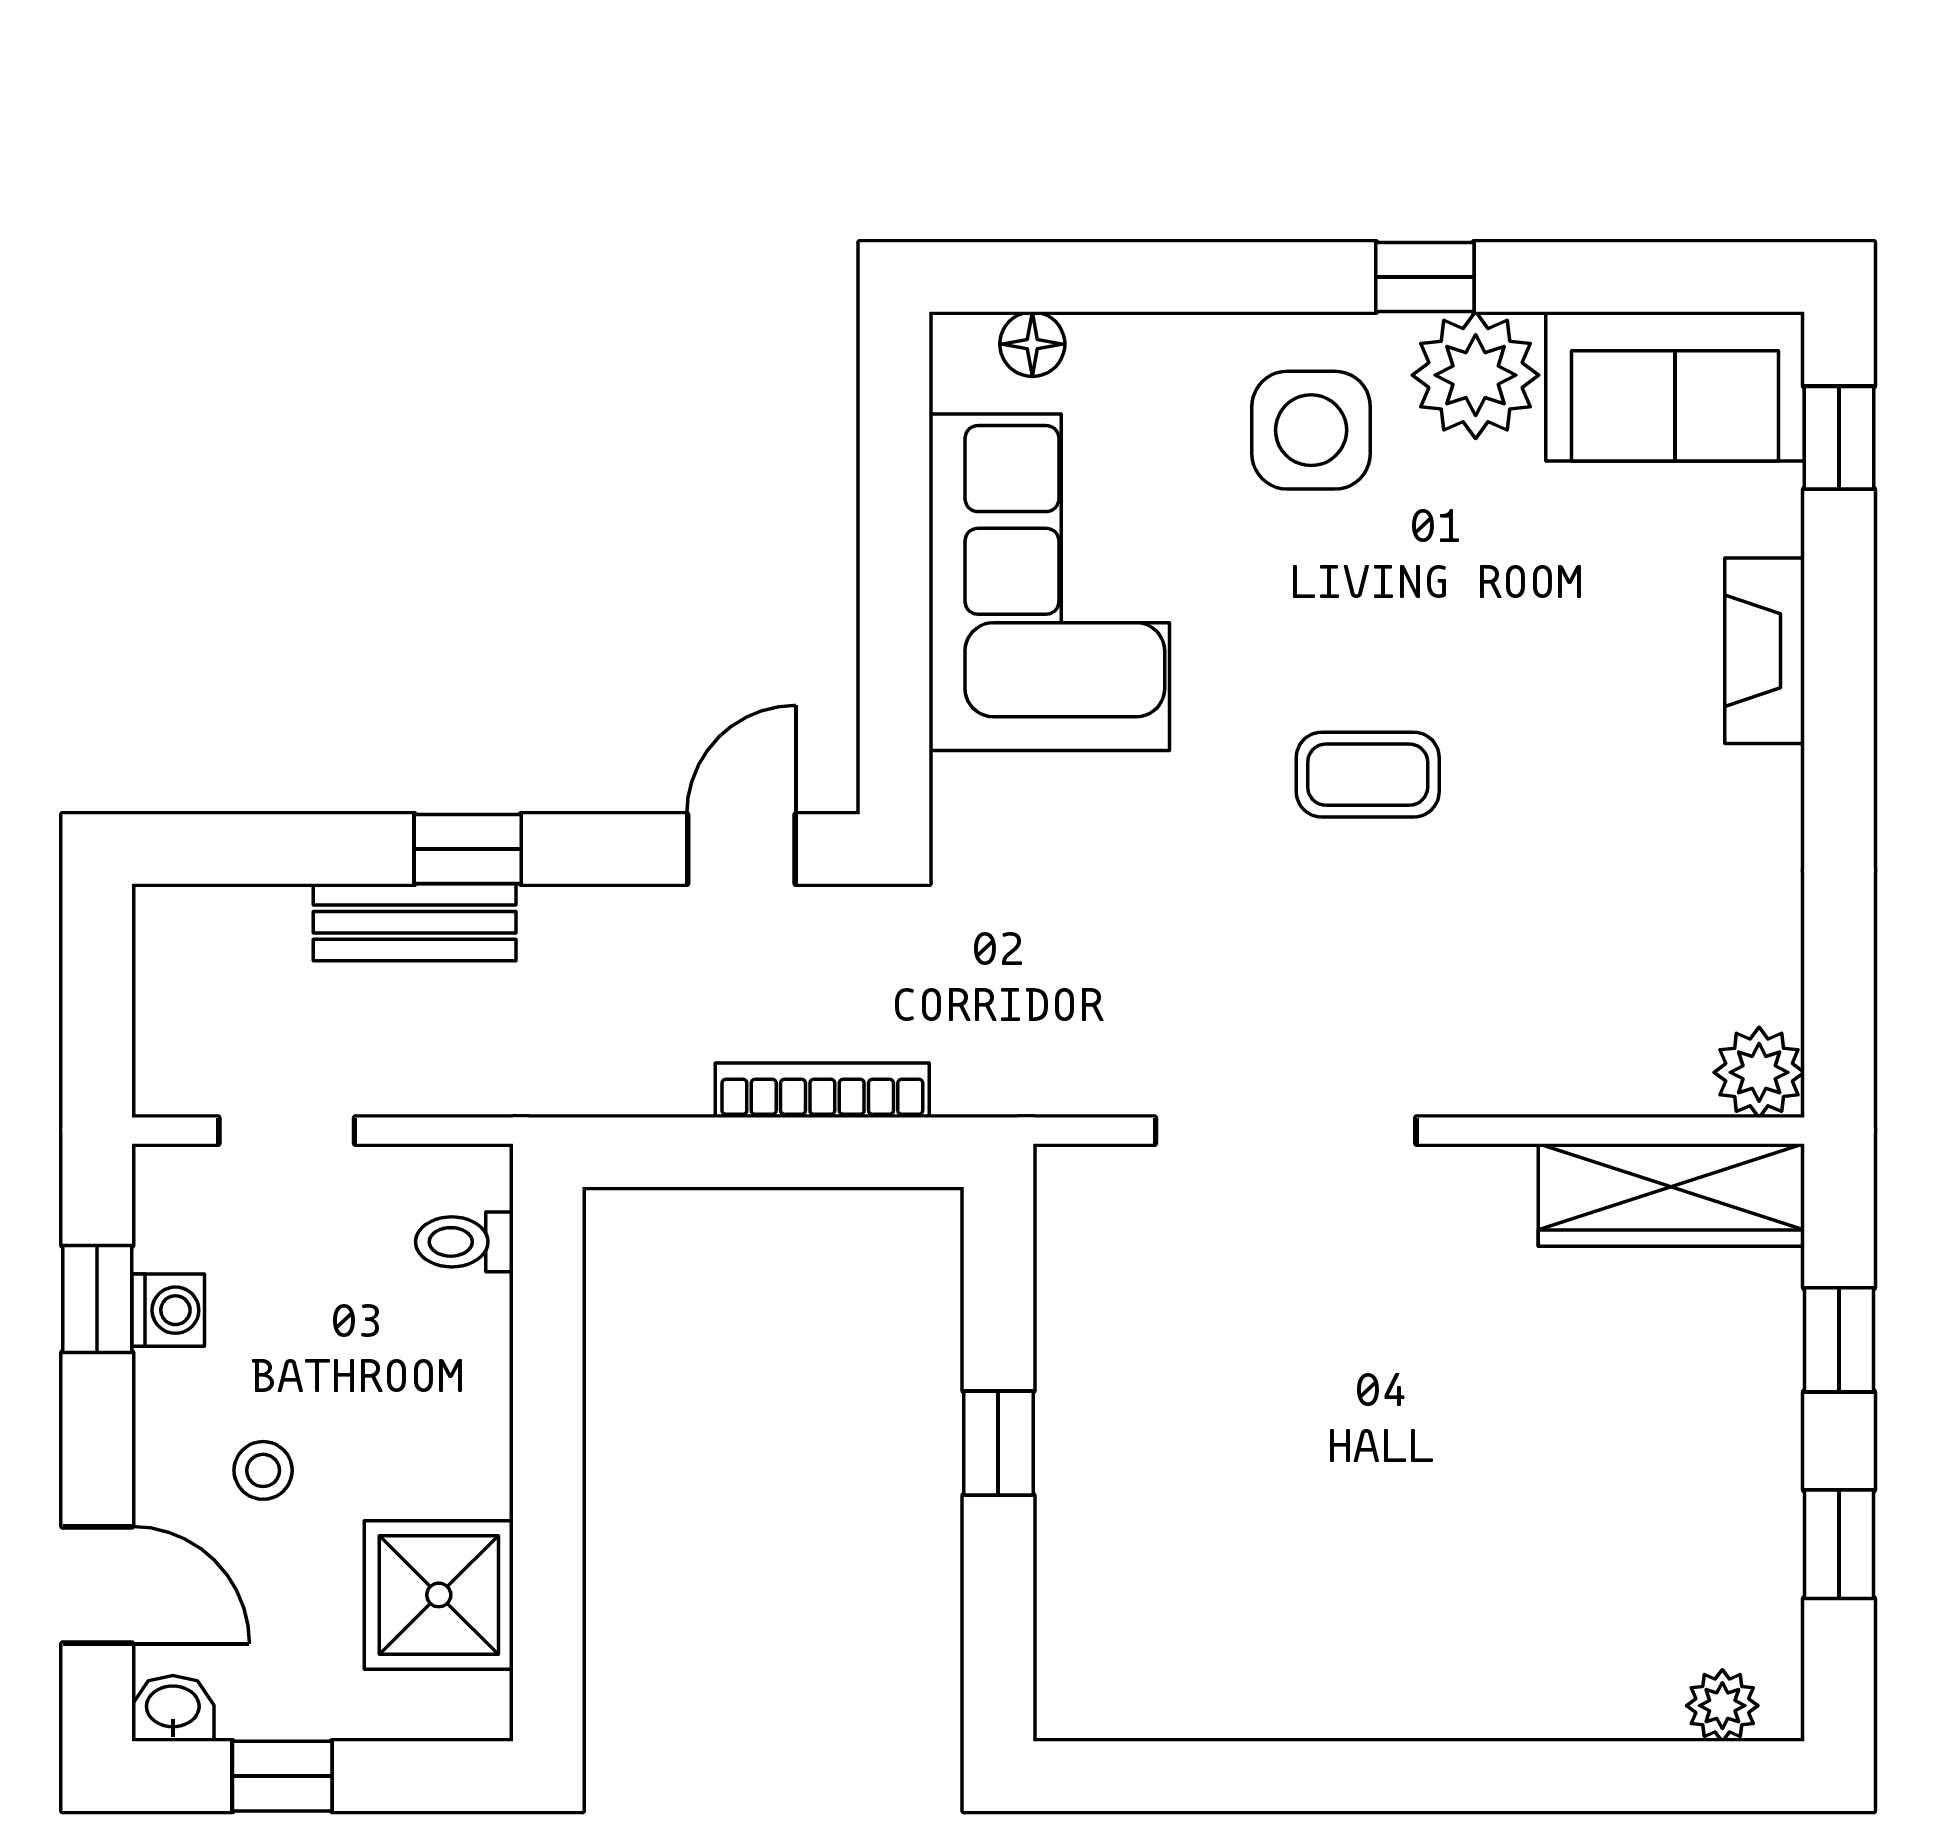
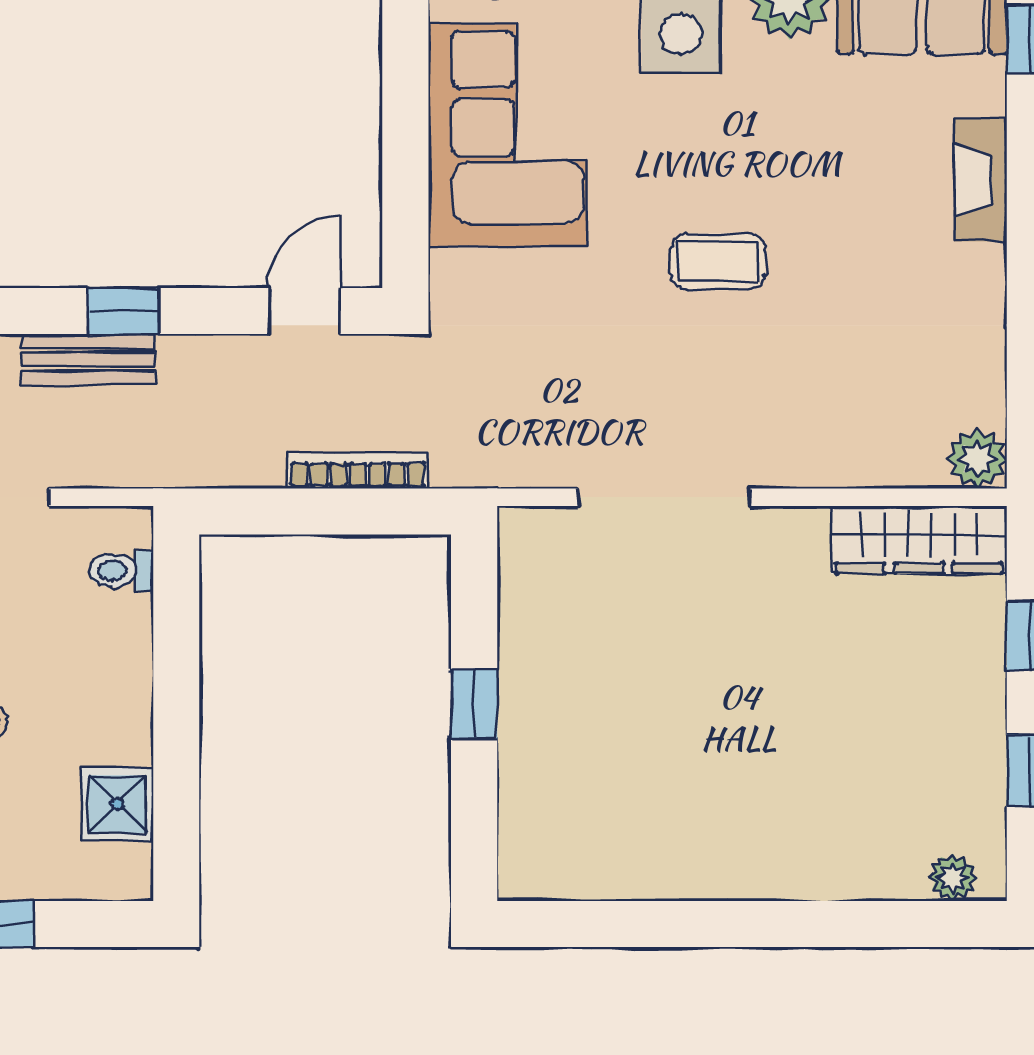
shower: (439, 1595) -> (117, 804), width x0.73, depth x0.73

